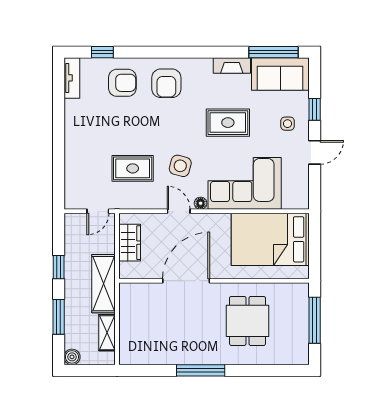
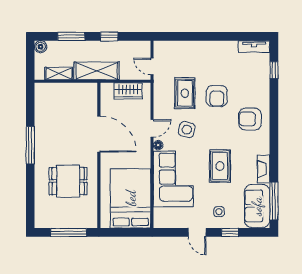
armchair: (122, 83) -> (217, 96), moved

